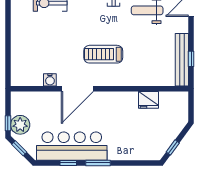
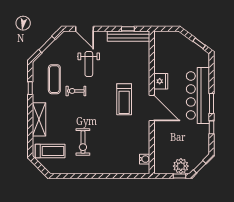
water cooler: (50, 80) -> (145, 159), moved
door: (77, 89) -> (152, 108), moved
fridge: (149, 100) -> (161, 81), moved
bar counter: (72, 146) -> (198, 95), moved

